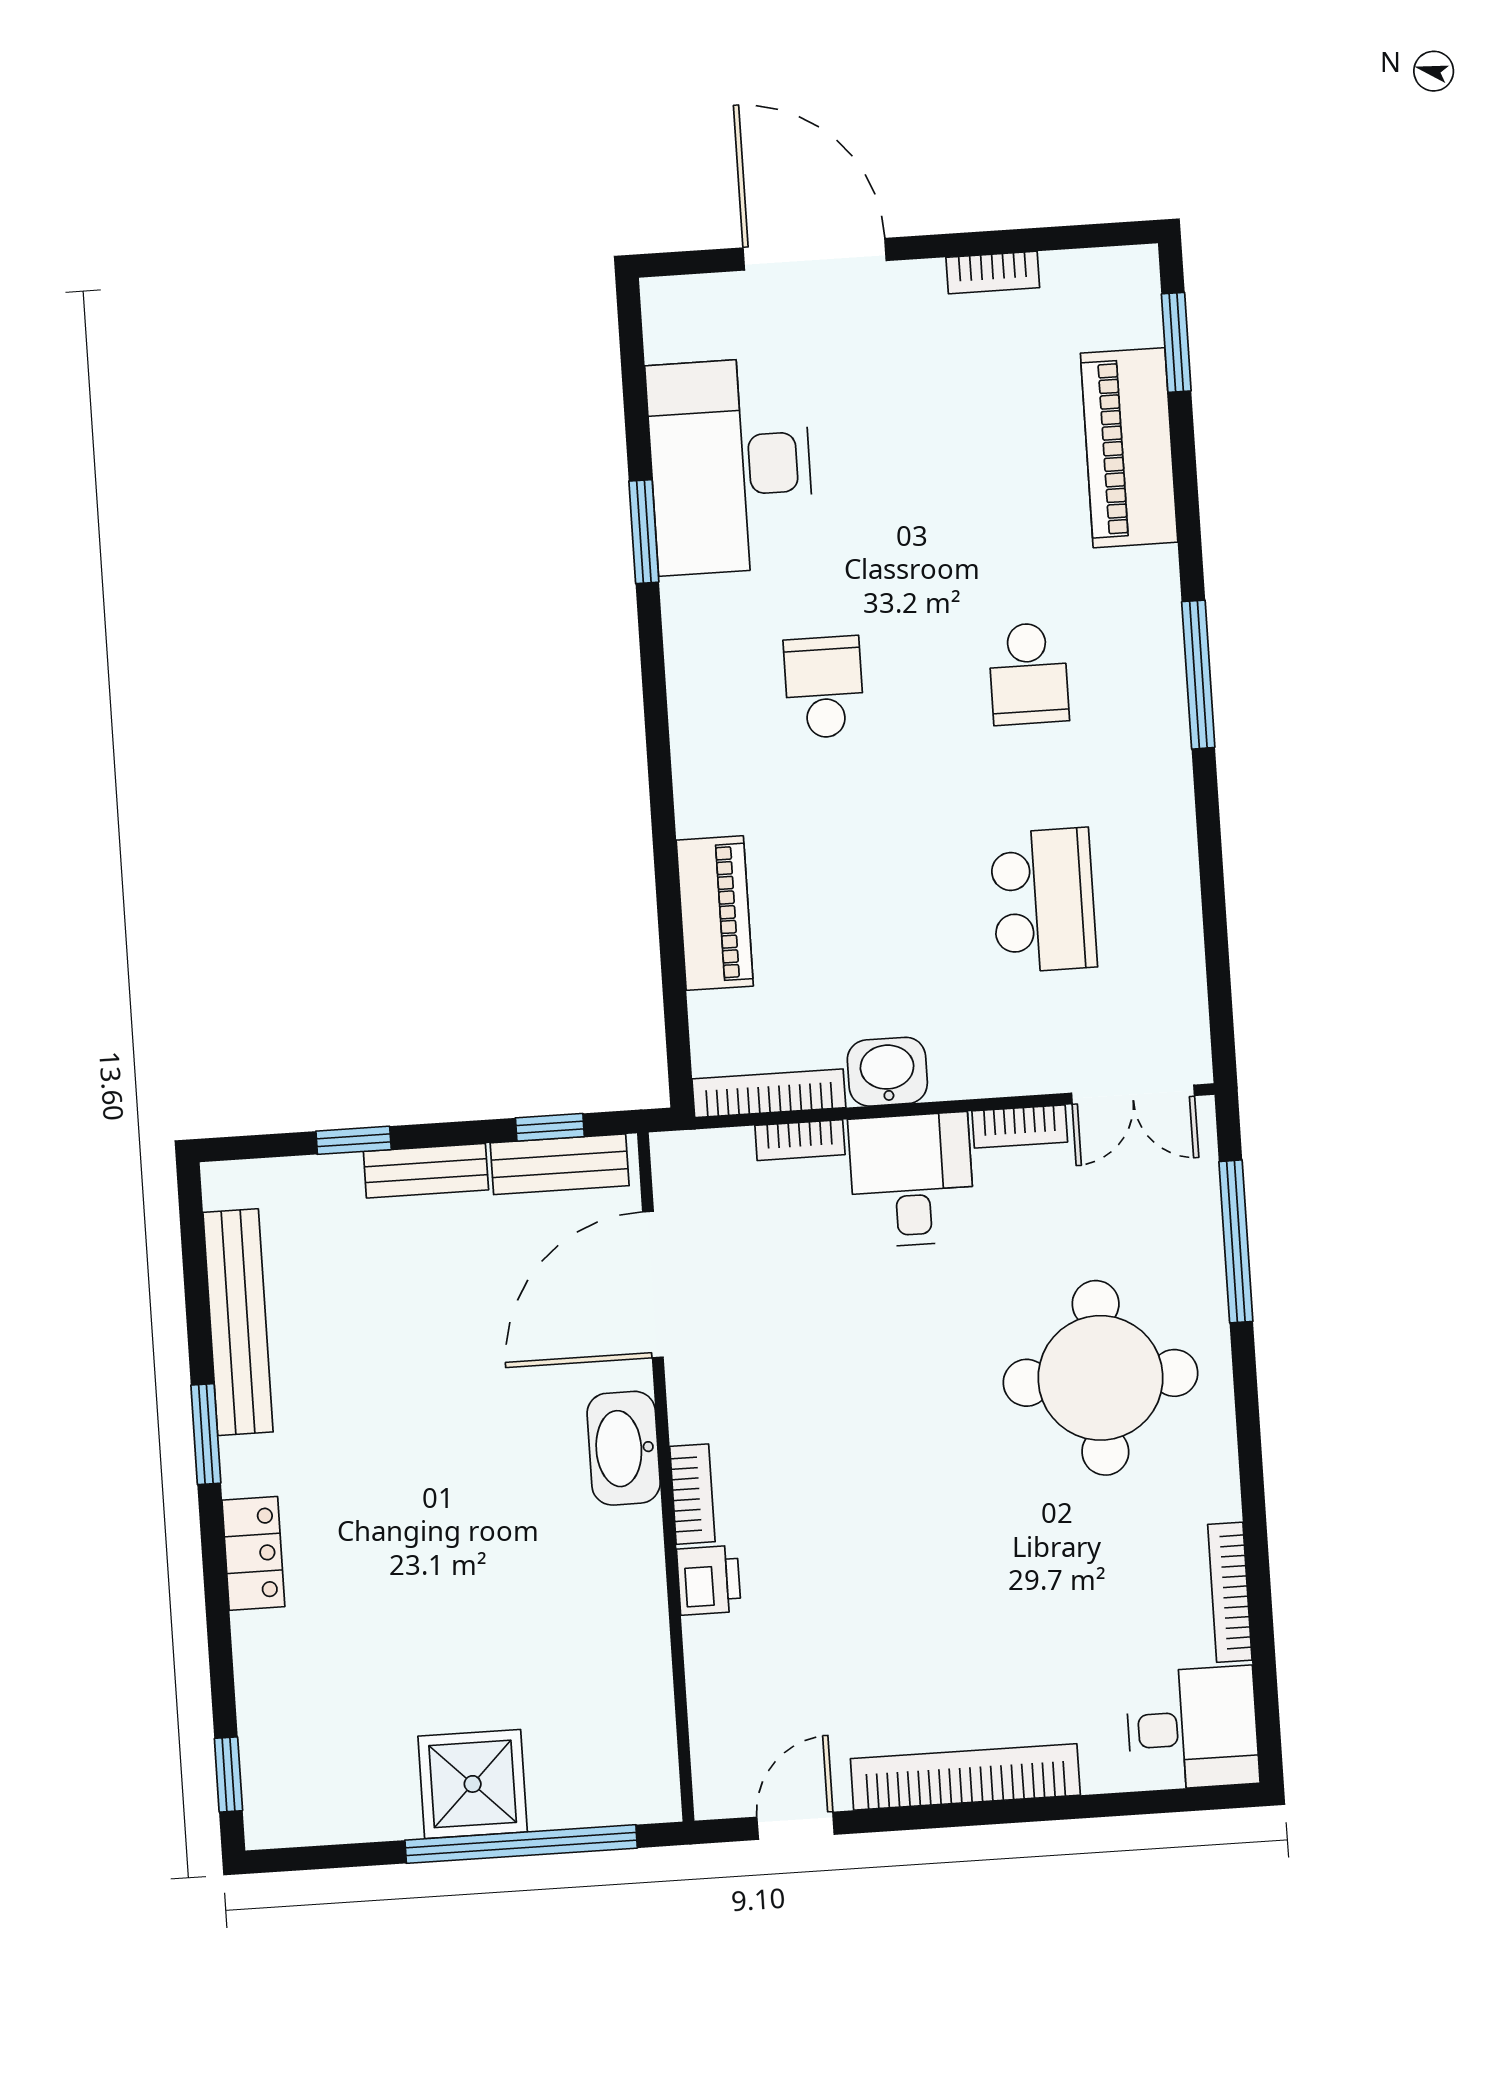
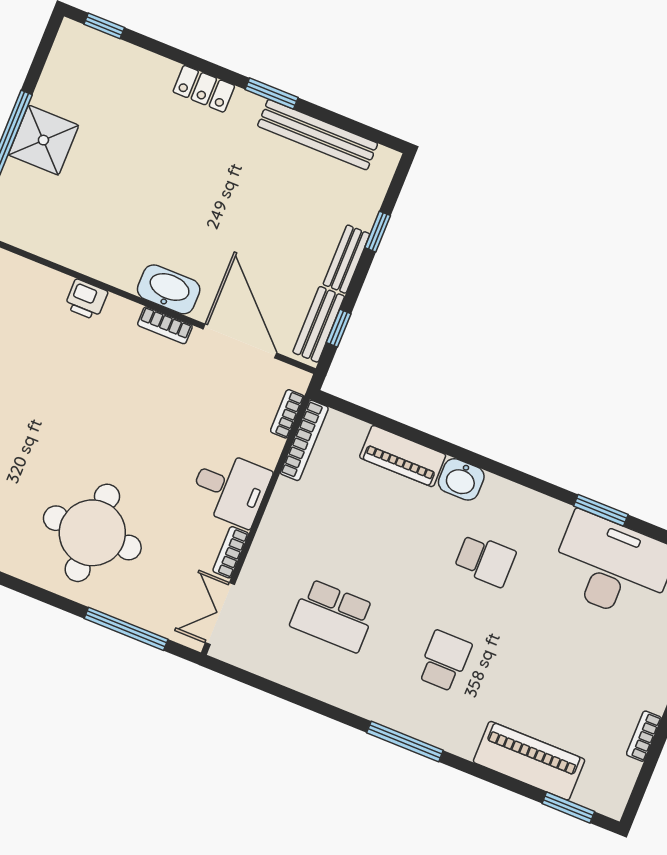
school desk: (1028, 674) -> (445, 661), turned 90
washbasin: (887, 1072) -> (461, 479), moved, turned 90
bookcase: (800, 1140) -> (287, 414), moved
bookcase: (692, 1494) -> (165, 325), moved

